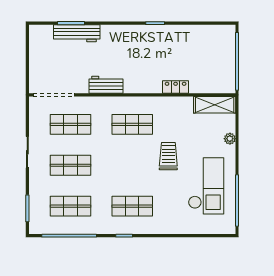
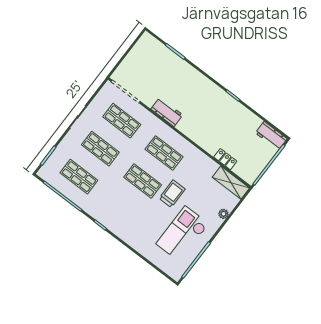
workbench: (77, 33) -> (271, 136), moved, width x0.73
locker: (176, 87) -> (225, 159), moved
checkout: (206, 186) -> (183, 234), turned 180
shop shelf: (132, 206) -> (143, 181), moved

